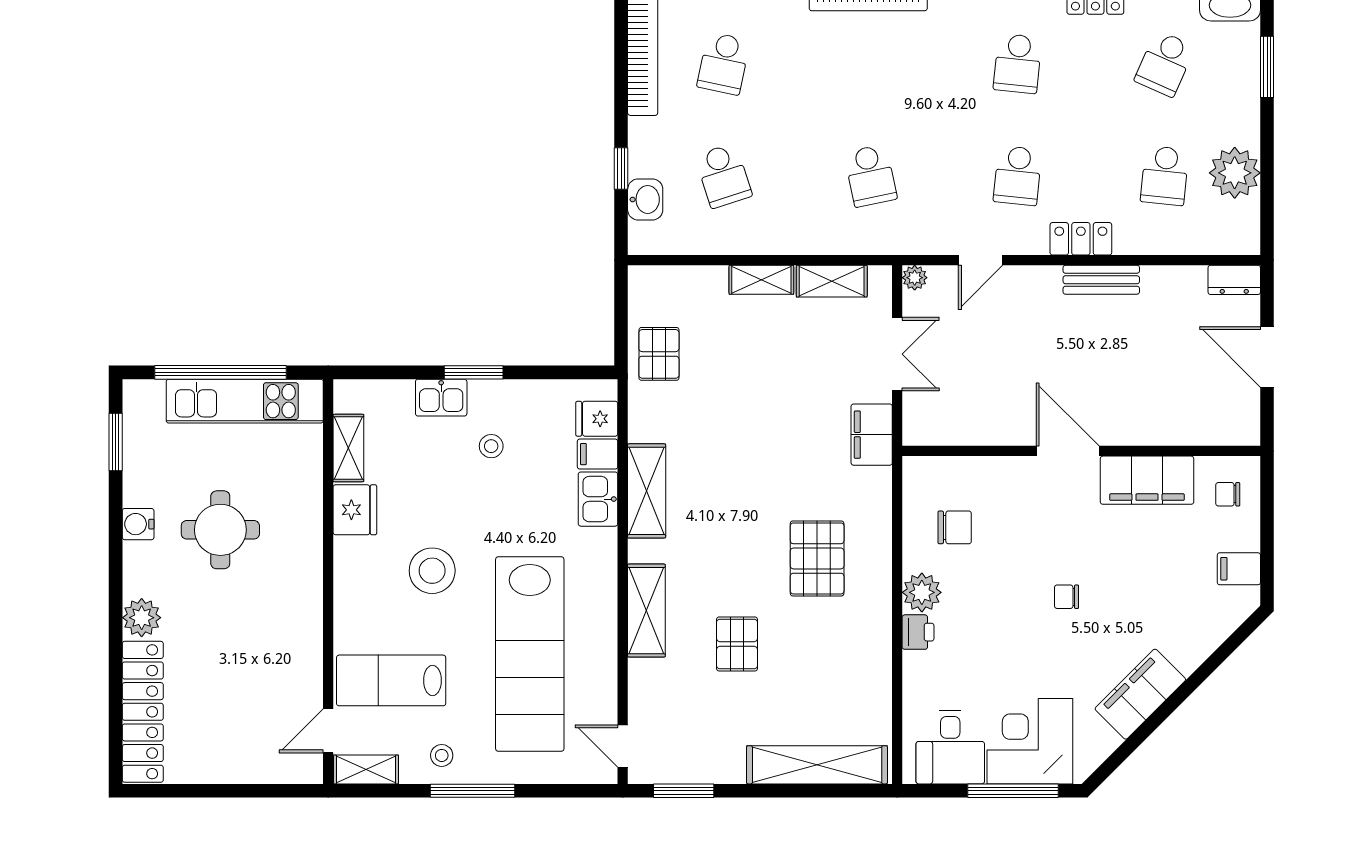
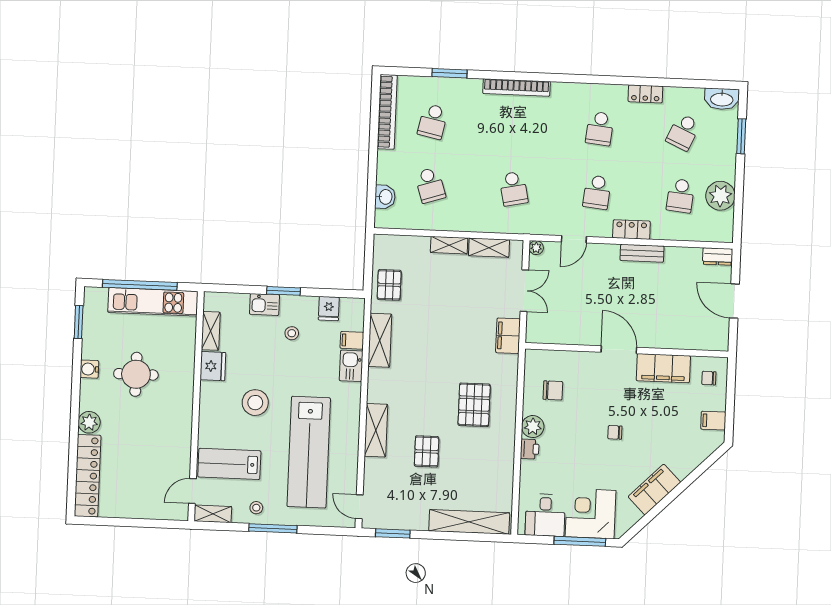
window: (621, 168) -> (372, 179), removed
fridge: (597, 419) -> (329, 309), moved, turned -90
shelving: (647, 491) -> (380, 340), moved

